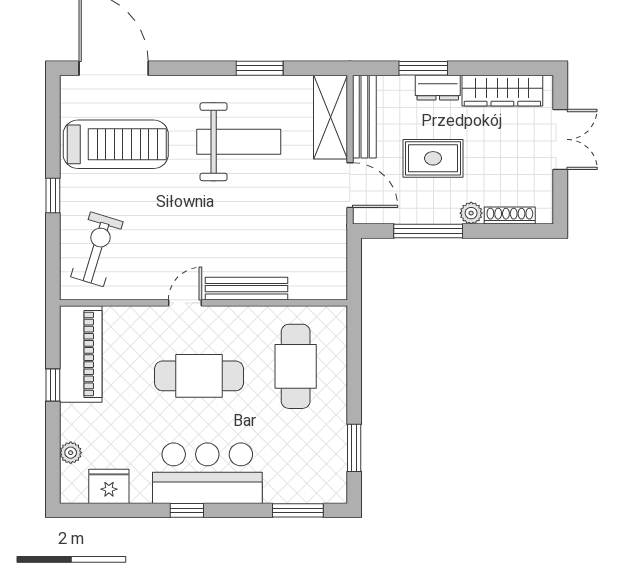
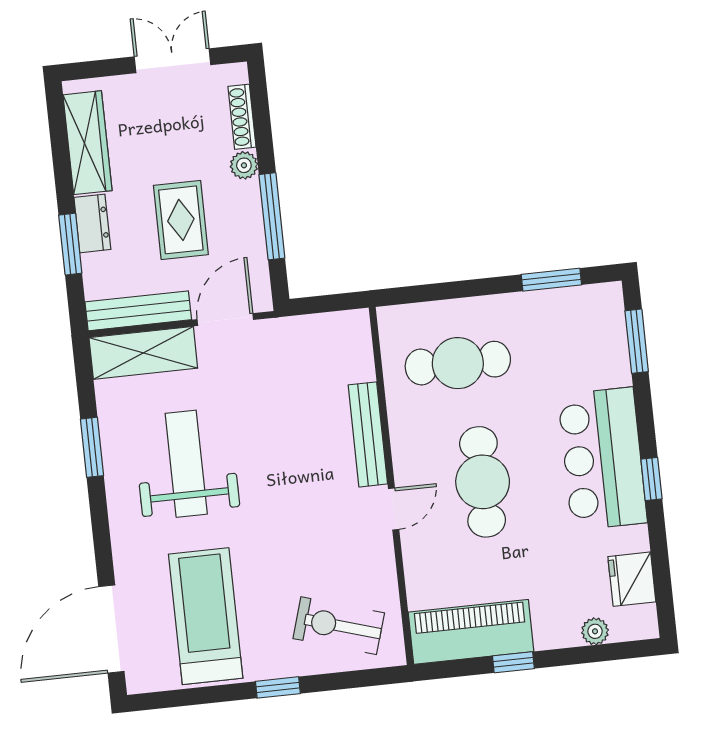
double door: (560, 139) -> (173, 61), moved
door: (185, 303) -> (394, 509), swing flipped

